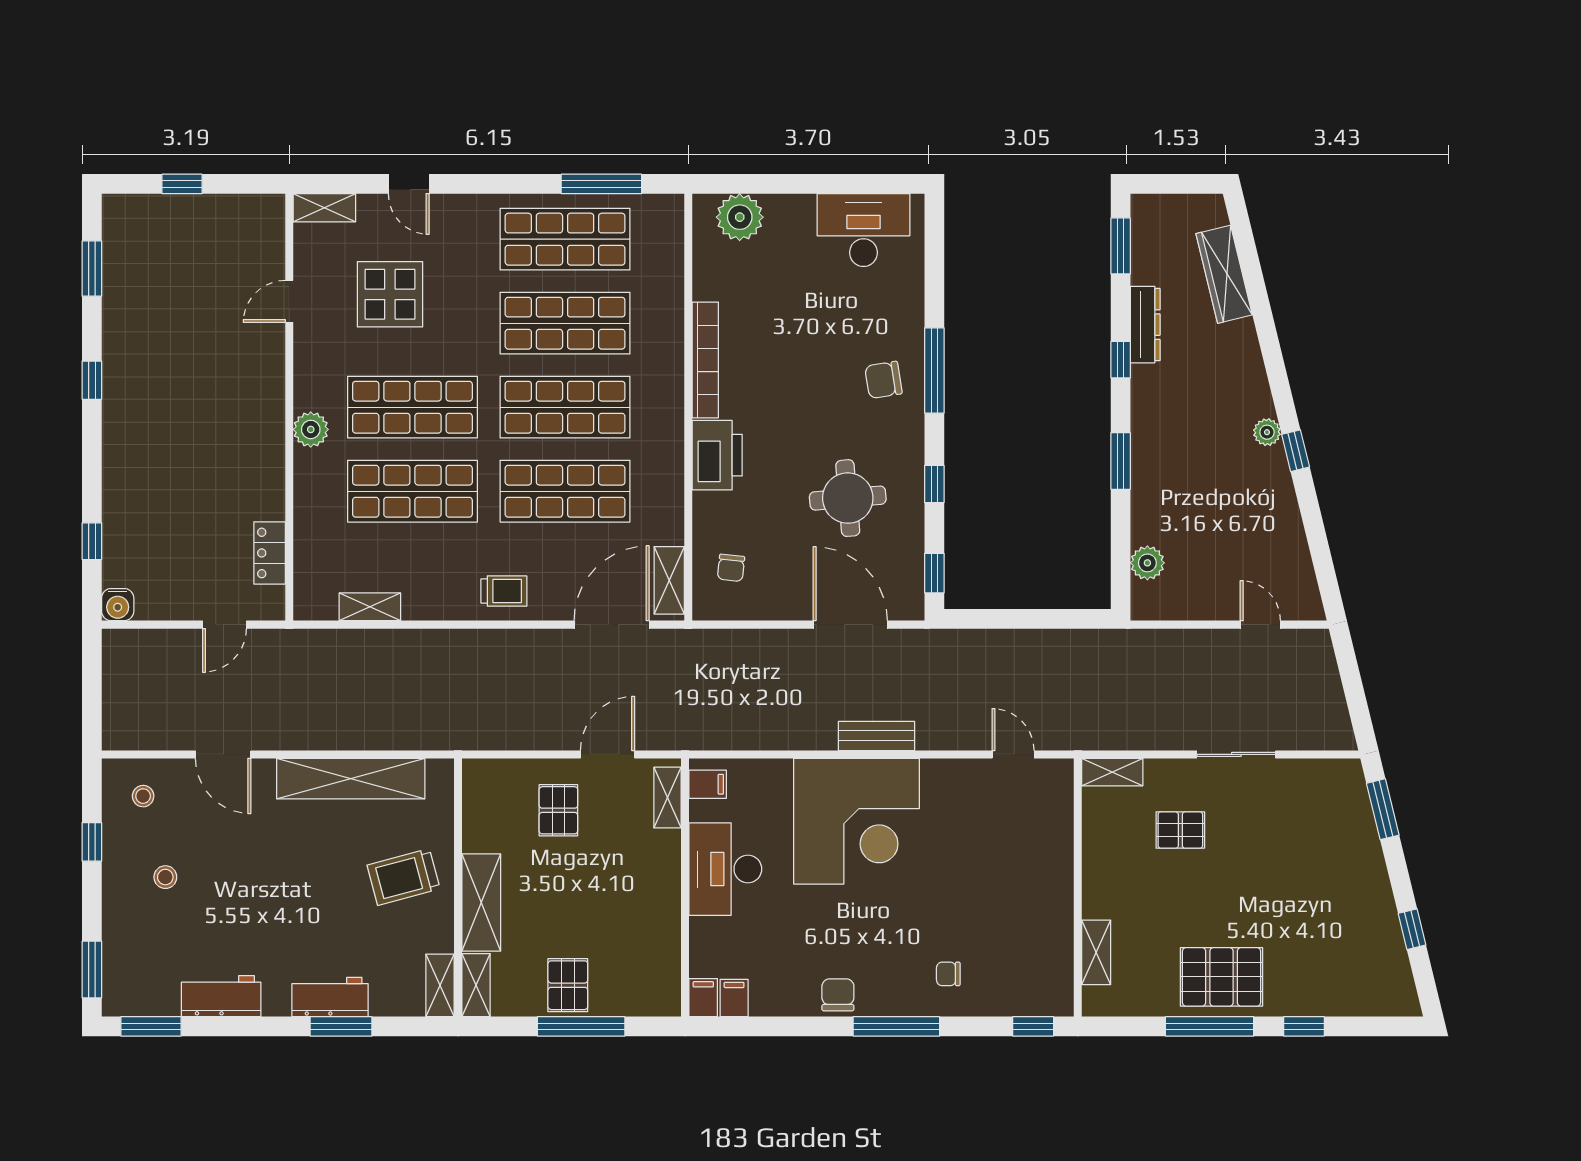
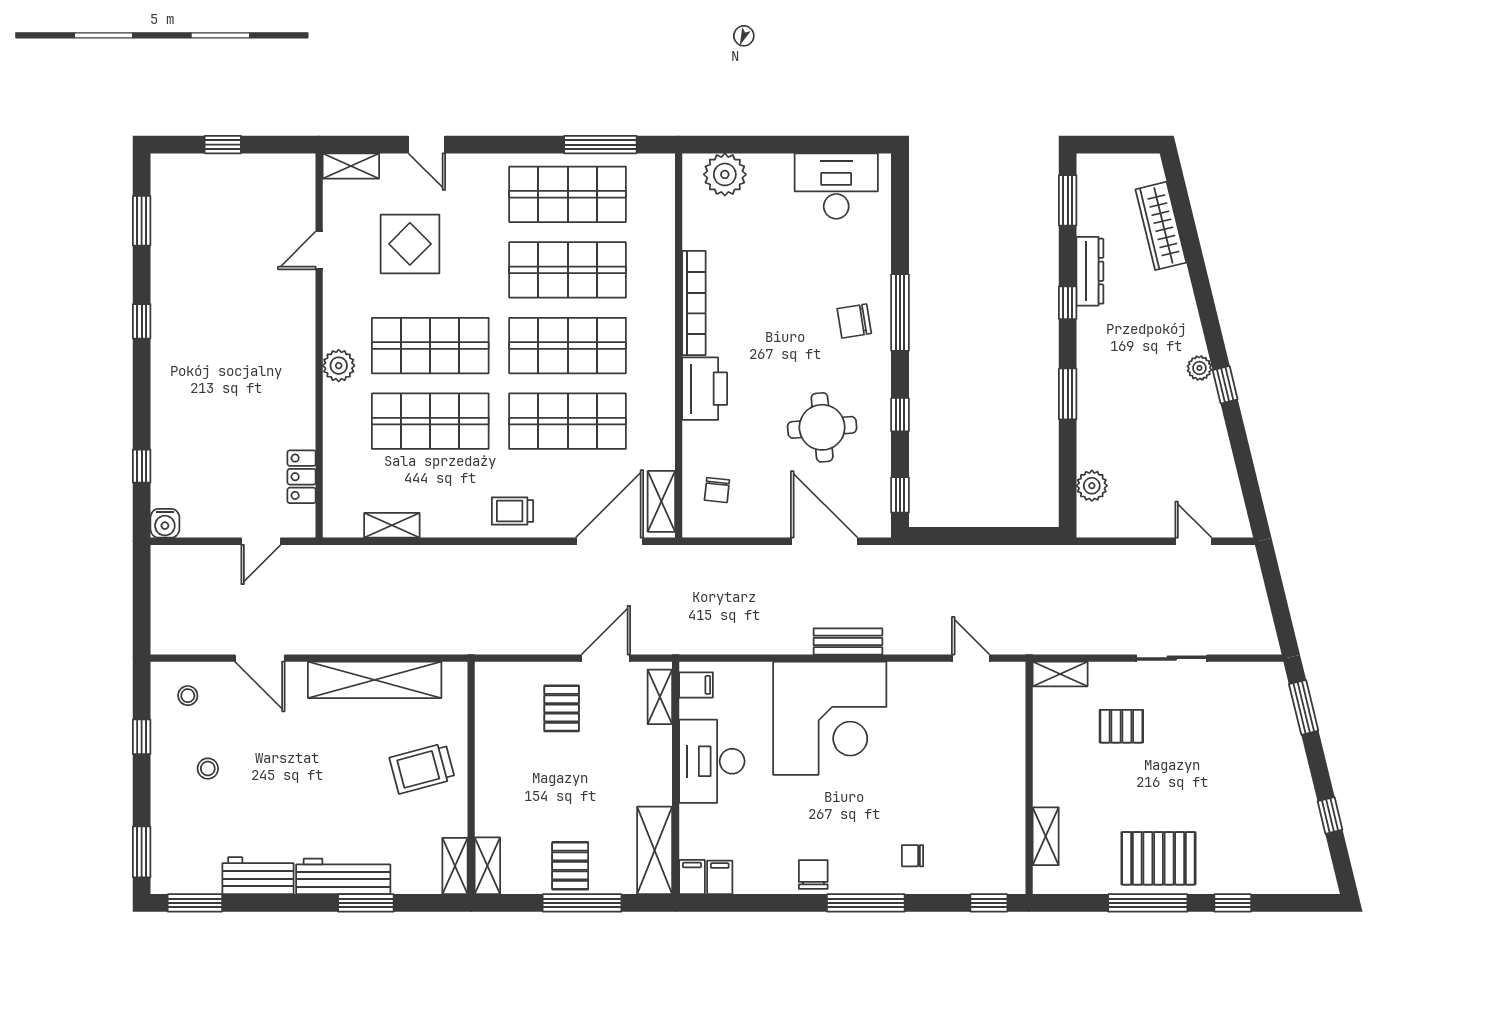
trolley: (504, 591) -> (513, 511), turned 180
shelving: (481, 902) -> (655, 850), moved
workbench: (330, 997) -> (343, 876), width x1.38

